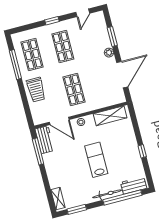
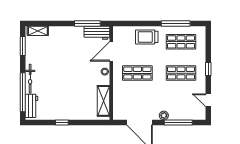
window: (112, 37) -> (178, 123), width x1.44
lab bench: (96, 160) -> (65, 77), removed

